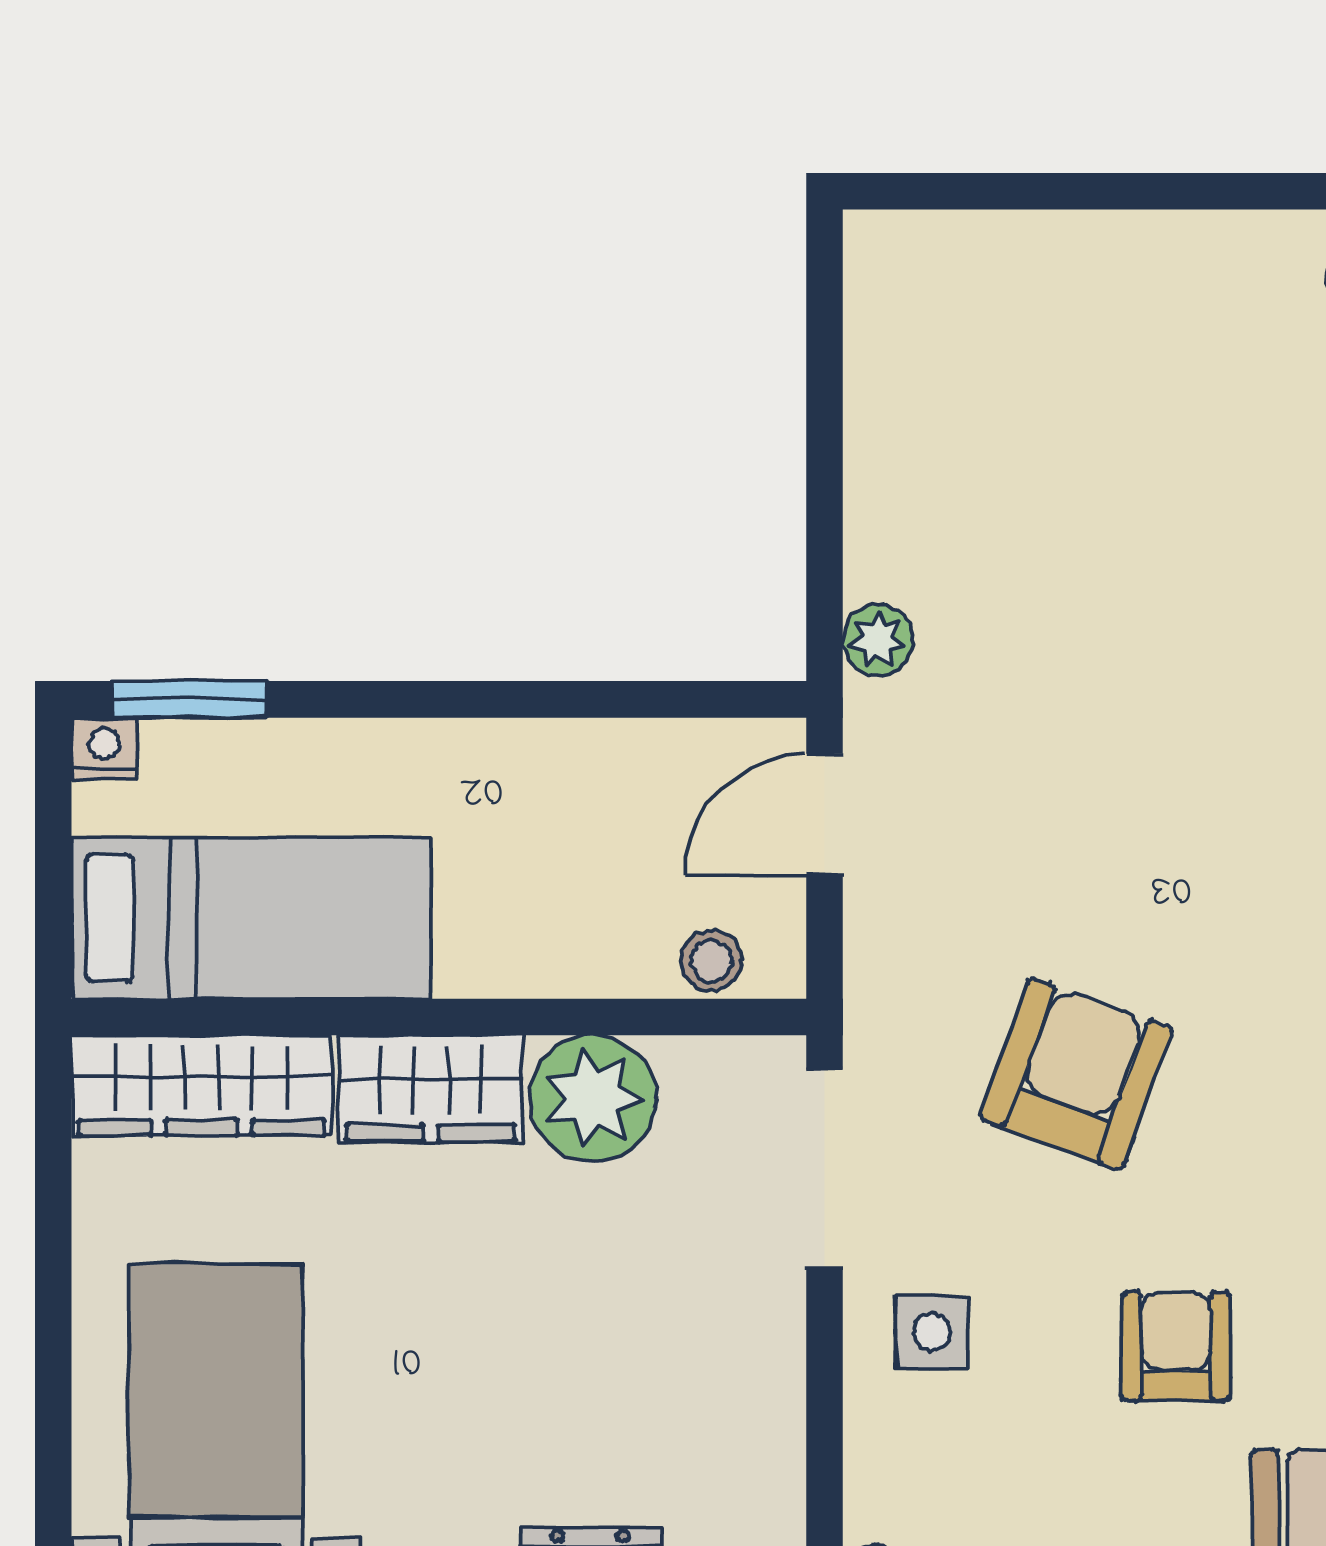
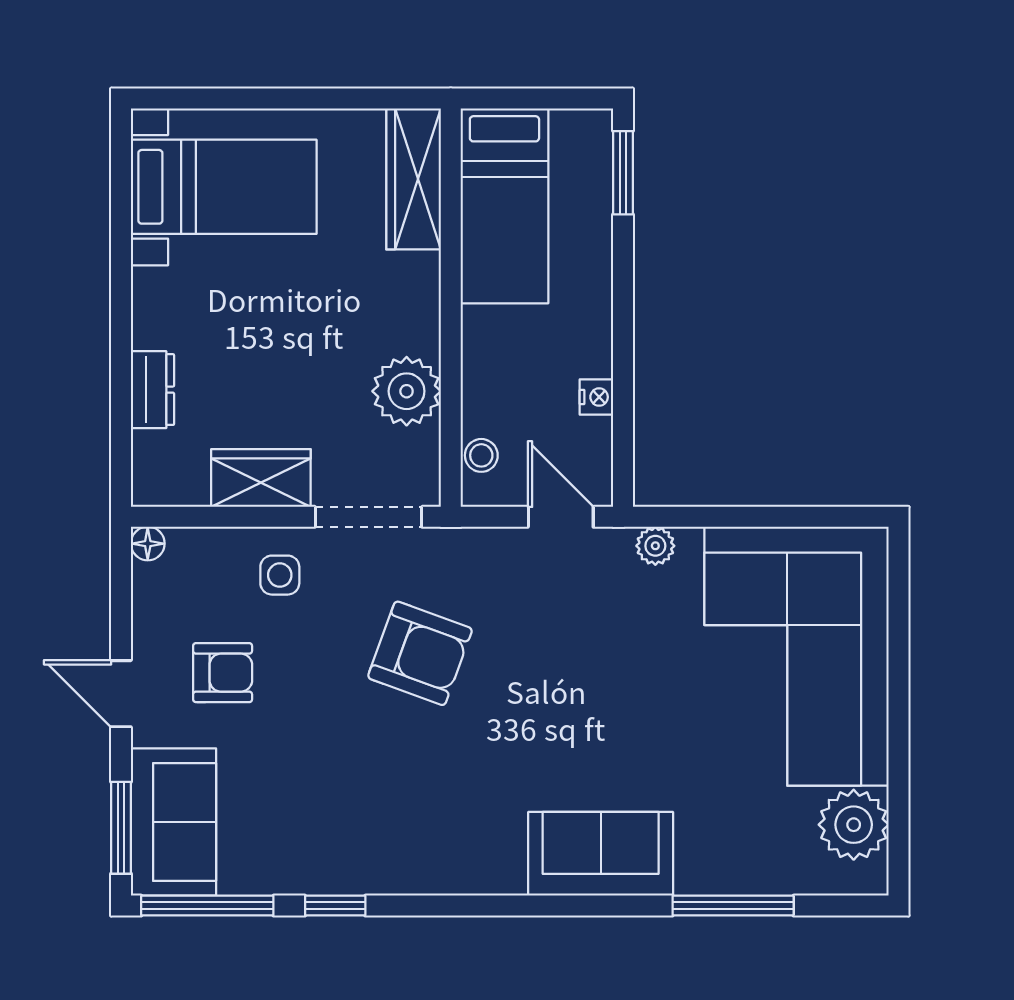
corner sofa: (1081, 379) -> (797, 656), added
nightstand: (104, 748) -> (596, 397), moved
wardrobe: (431, 1088) -> (261, 478), moved, turned 90
armchair: (1176, 1346) -> (223, 673), moved

